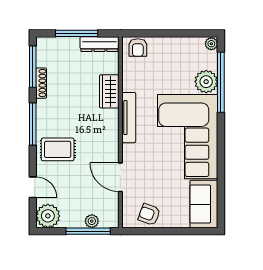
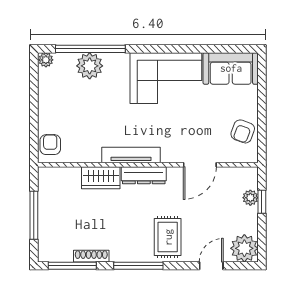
dresser: (99, 44) -> (144, 175), moved, turned 90
armchair: (138, 48) -> (50, 145), turned -90
corner sofa: (188, 137) -> (166, 78), width x0.73, depth x0.74
window: (88, 231) -> (262, 202), width x0.46

